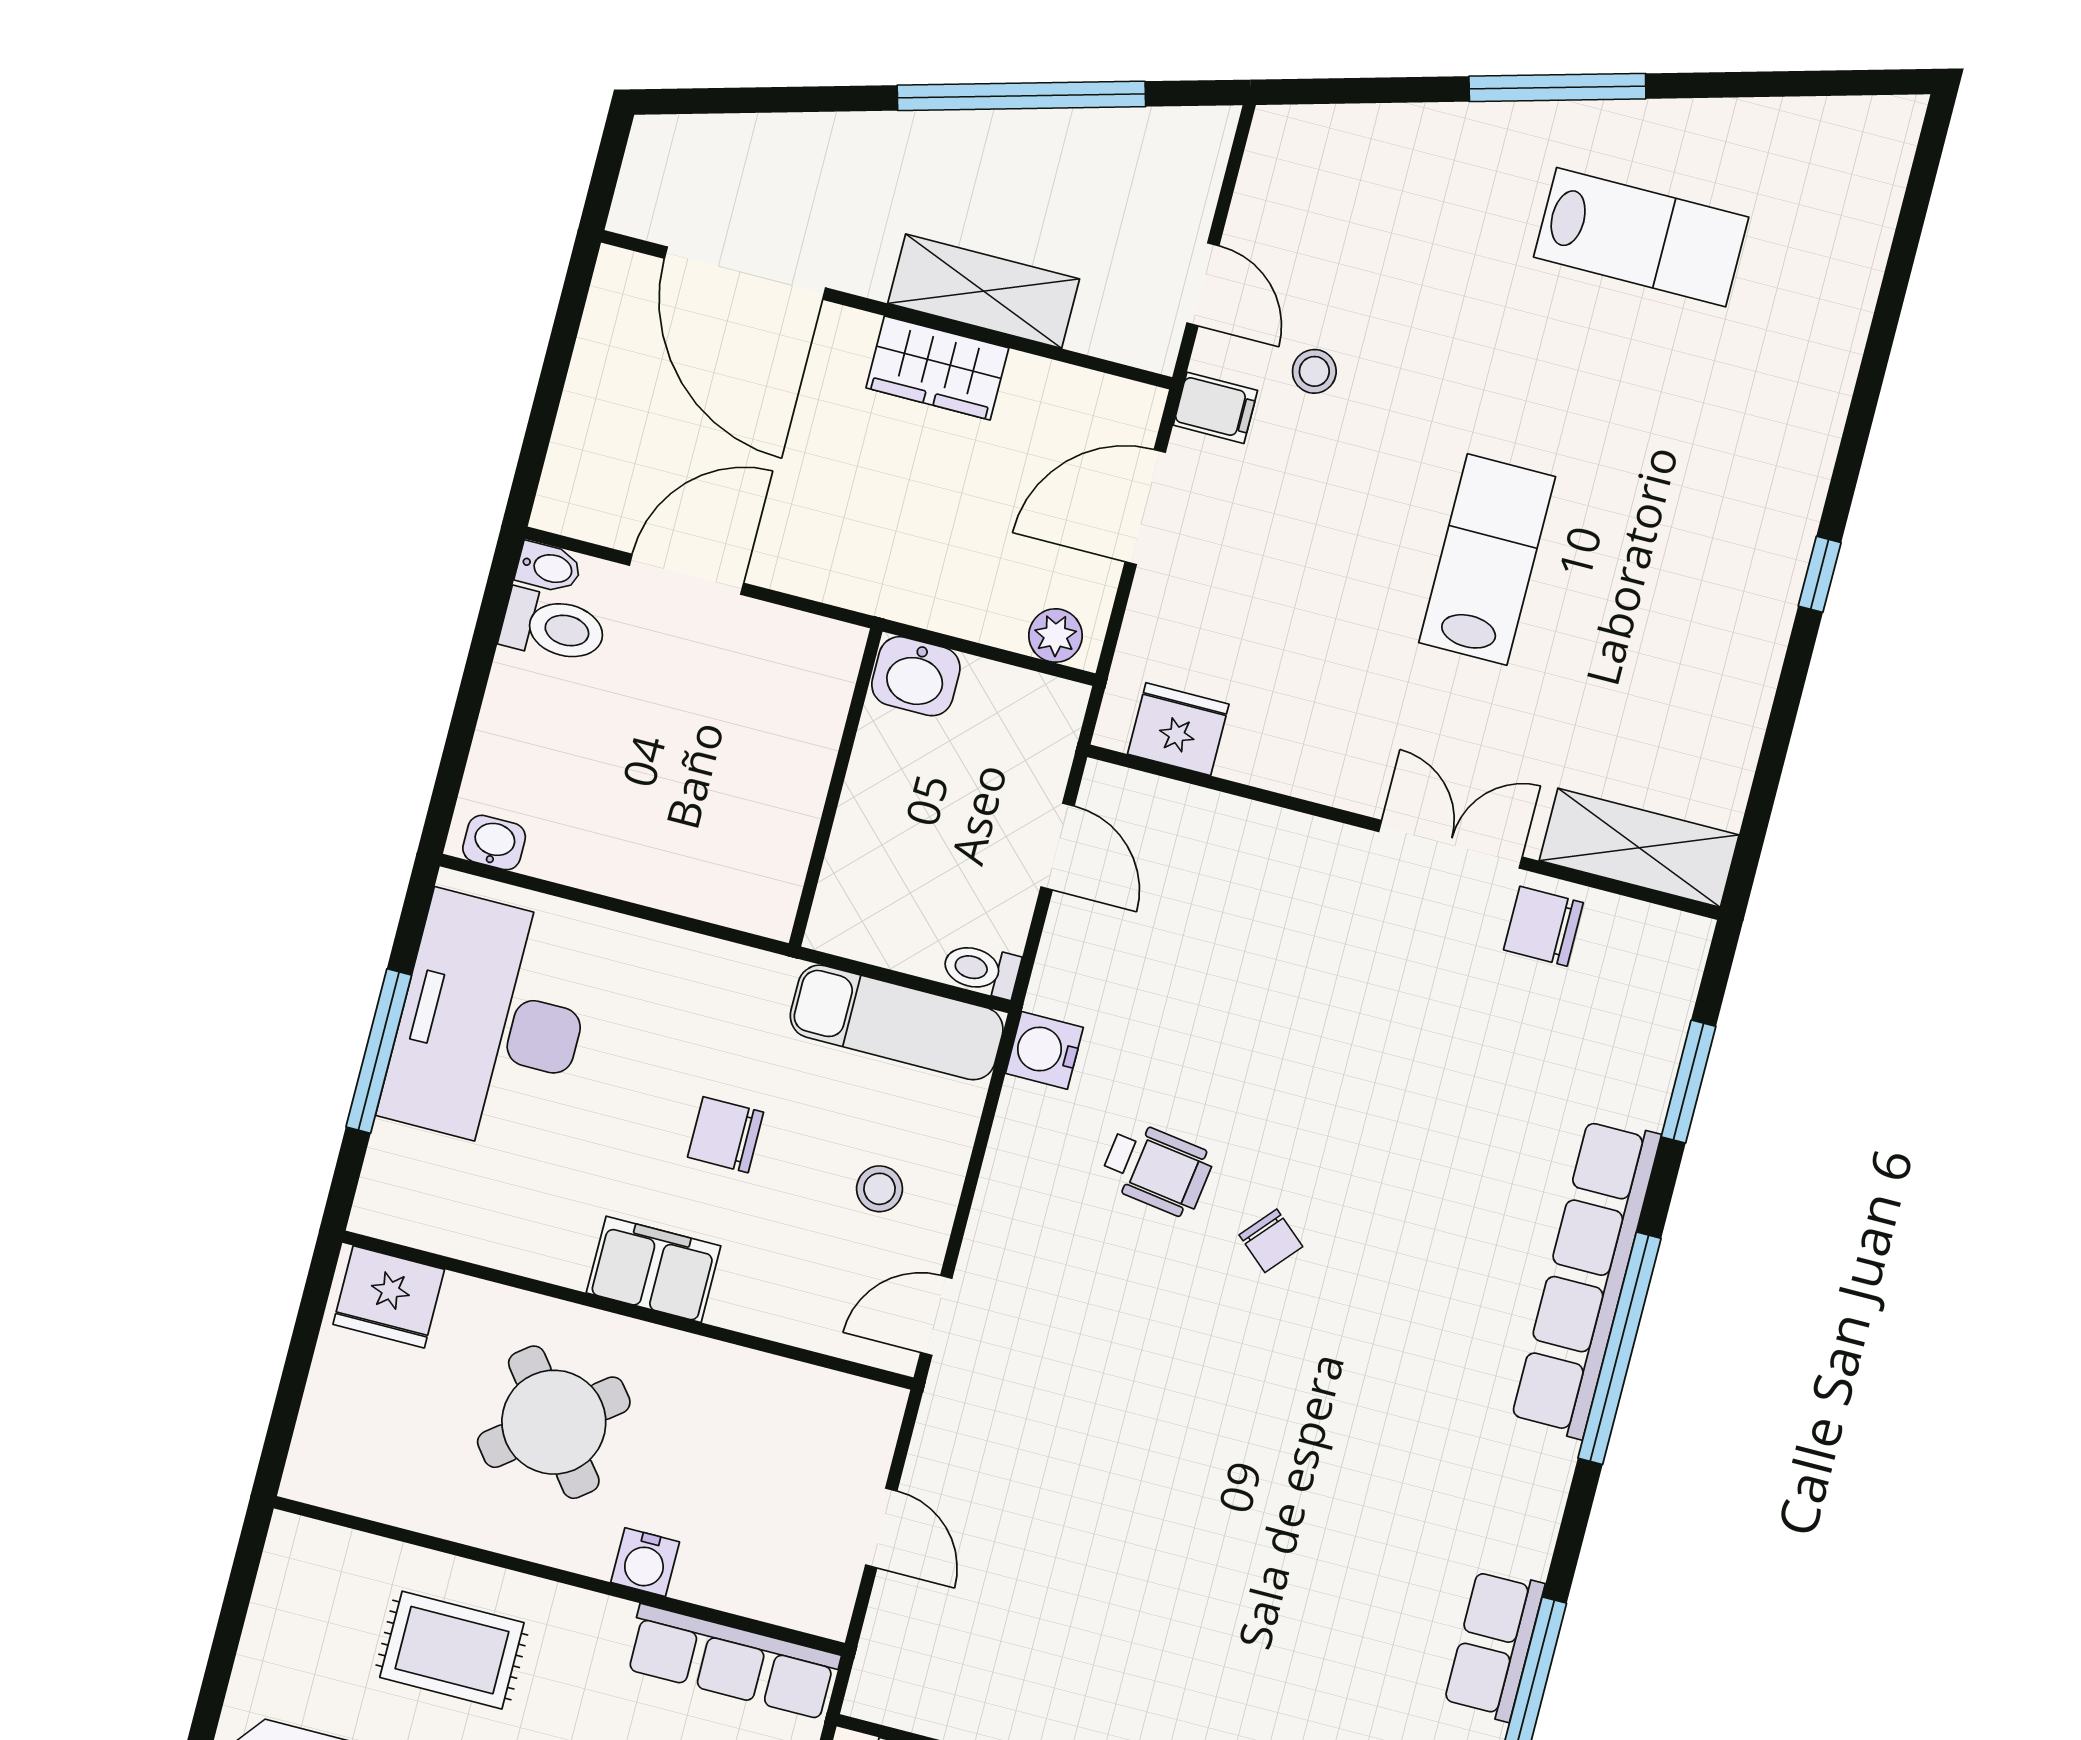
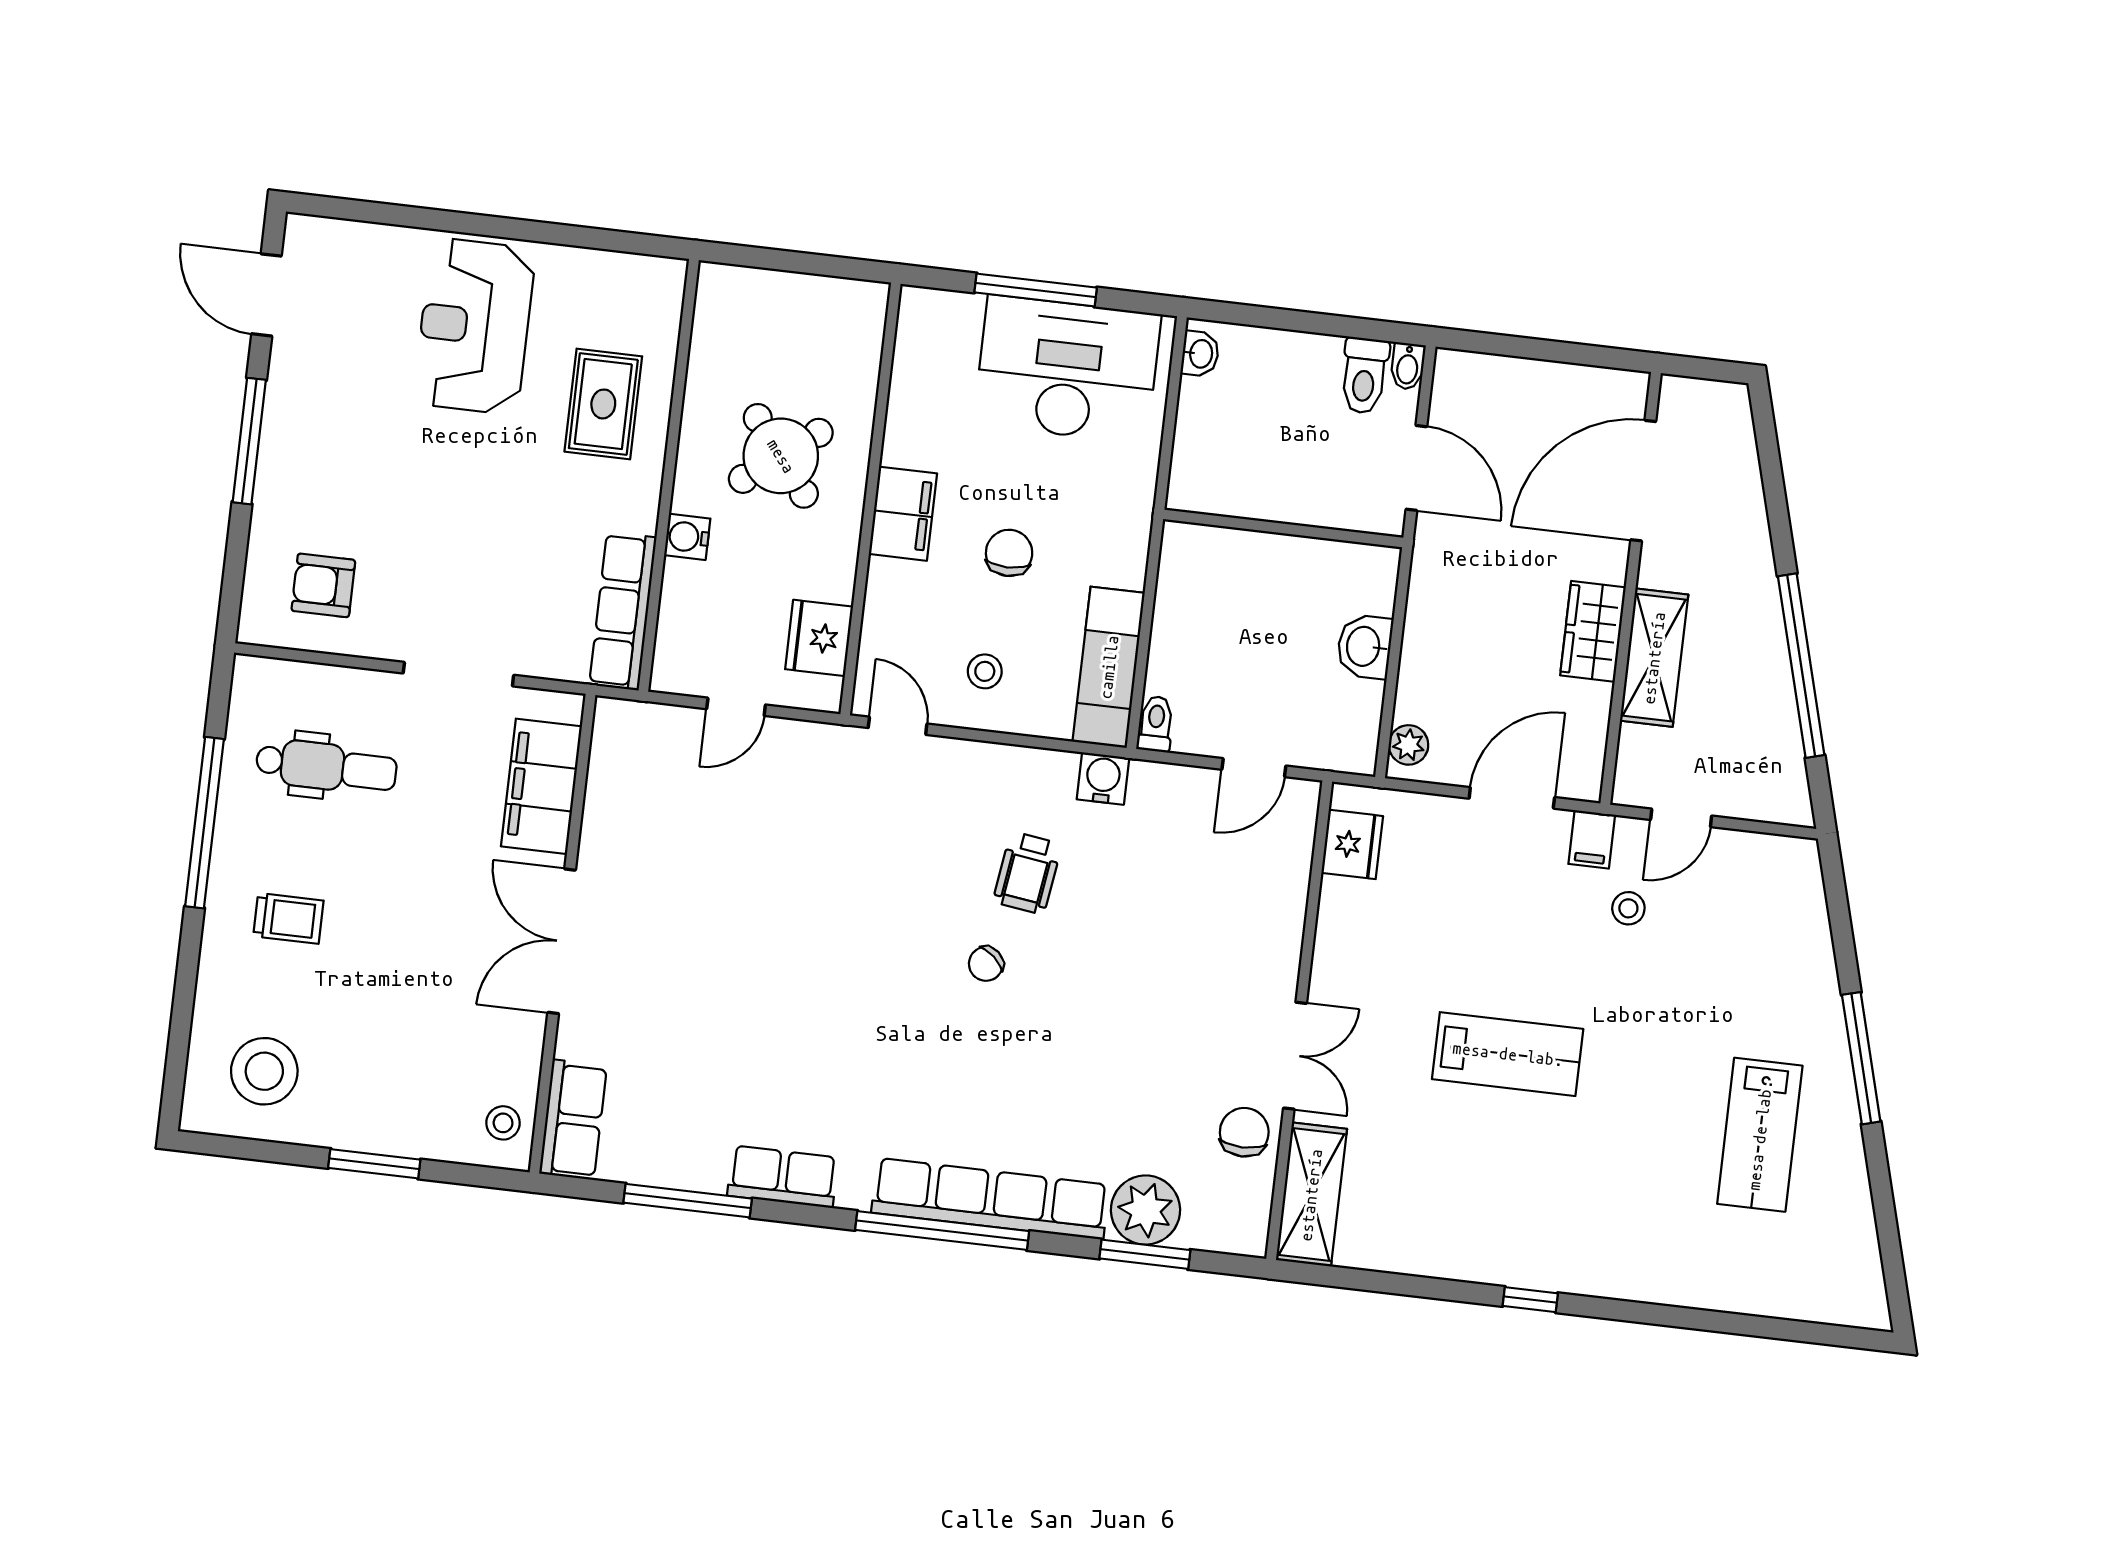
door: (1145, 507) -> (1512, 798), hinge flipped
wall: (836, 787) -> (1283, 528), moved
plant: (1629, 1073) -> (1145, 1210), added
fridge: (389, 1297) -> (819, 638), moved
row of seats: (1494, 1645) -> (783, 1177), moved

